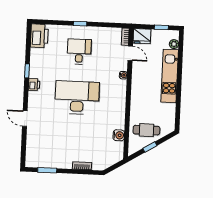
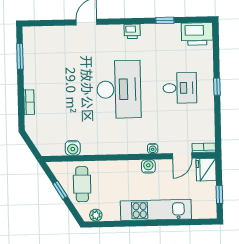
plant: (174, 44) -> (96, 215), moved
window: (27, 71) -> (165, 20), moved
water cooler: (136, 79) -> (148, 166), added

